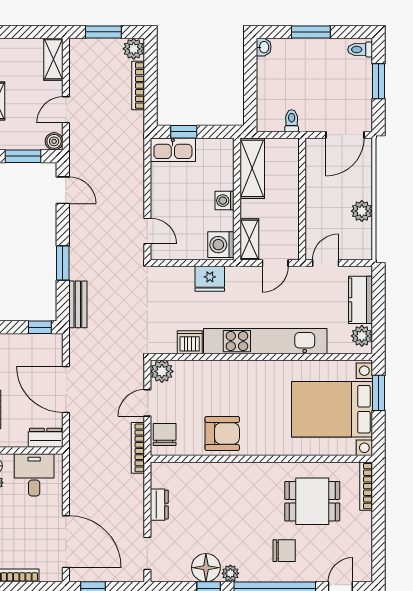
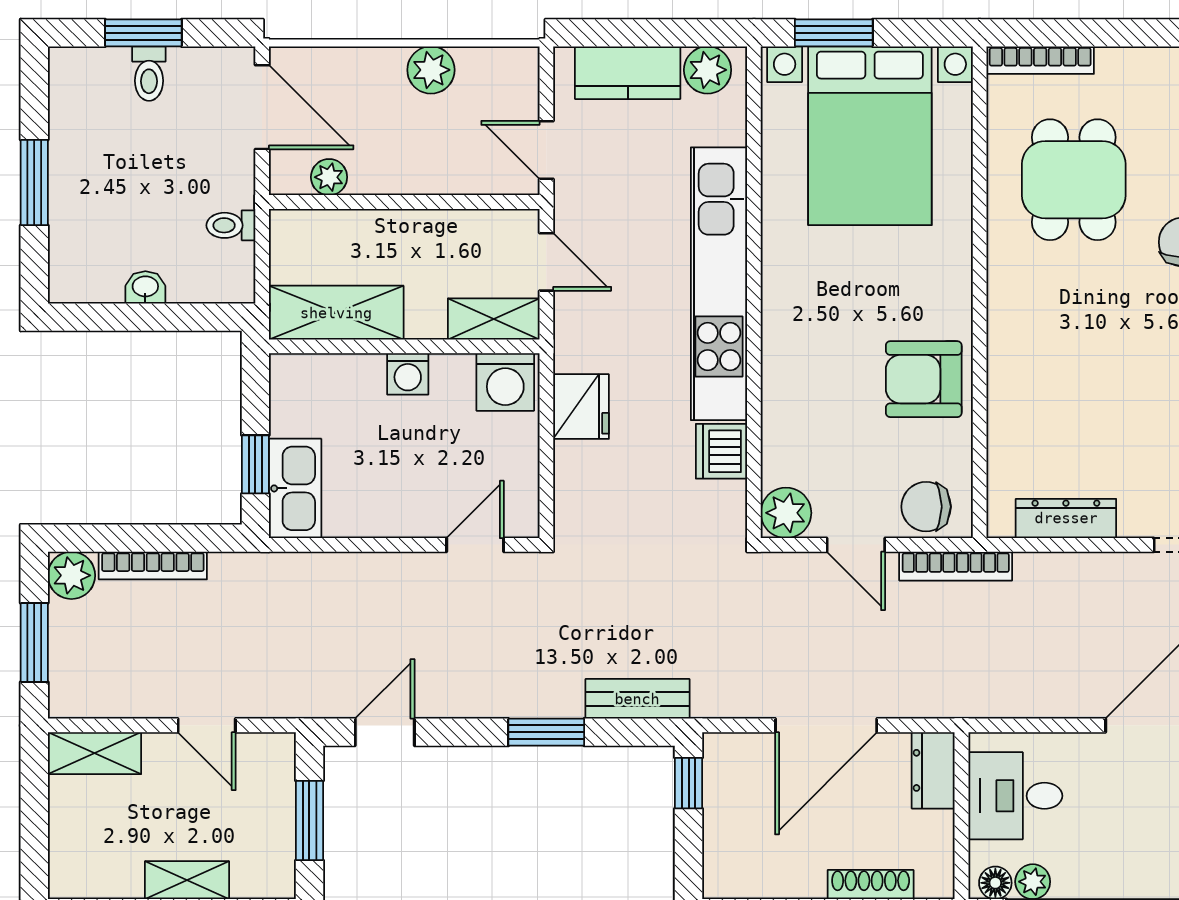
washbasin: (264, 47) -> (145, 287), moved
toilet: (360, 50) -> (149, 74), moved
boiler: (54, 141) -> (277, 752), removed
plant: (313, 165) -> (329, 177), added
armchair: (222, 433) -> (924, 379), turned -90
dresser: (159, 505) -> (1066, 518), width x1.44

